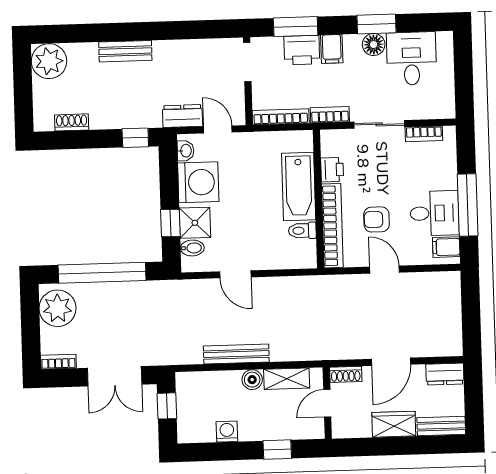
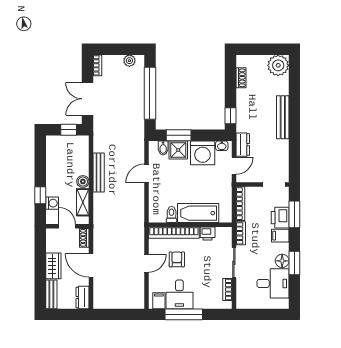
bench: (125, 51) -> (283, 117), width x1.36
window: (170, 223) -> (179, 135), width x1.50
plant: (58, 308) -> (129, 61), width x0.53, depth x0.53
washing machine: (227, 432) -> (52, 203), moved

